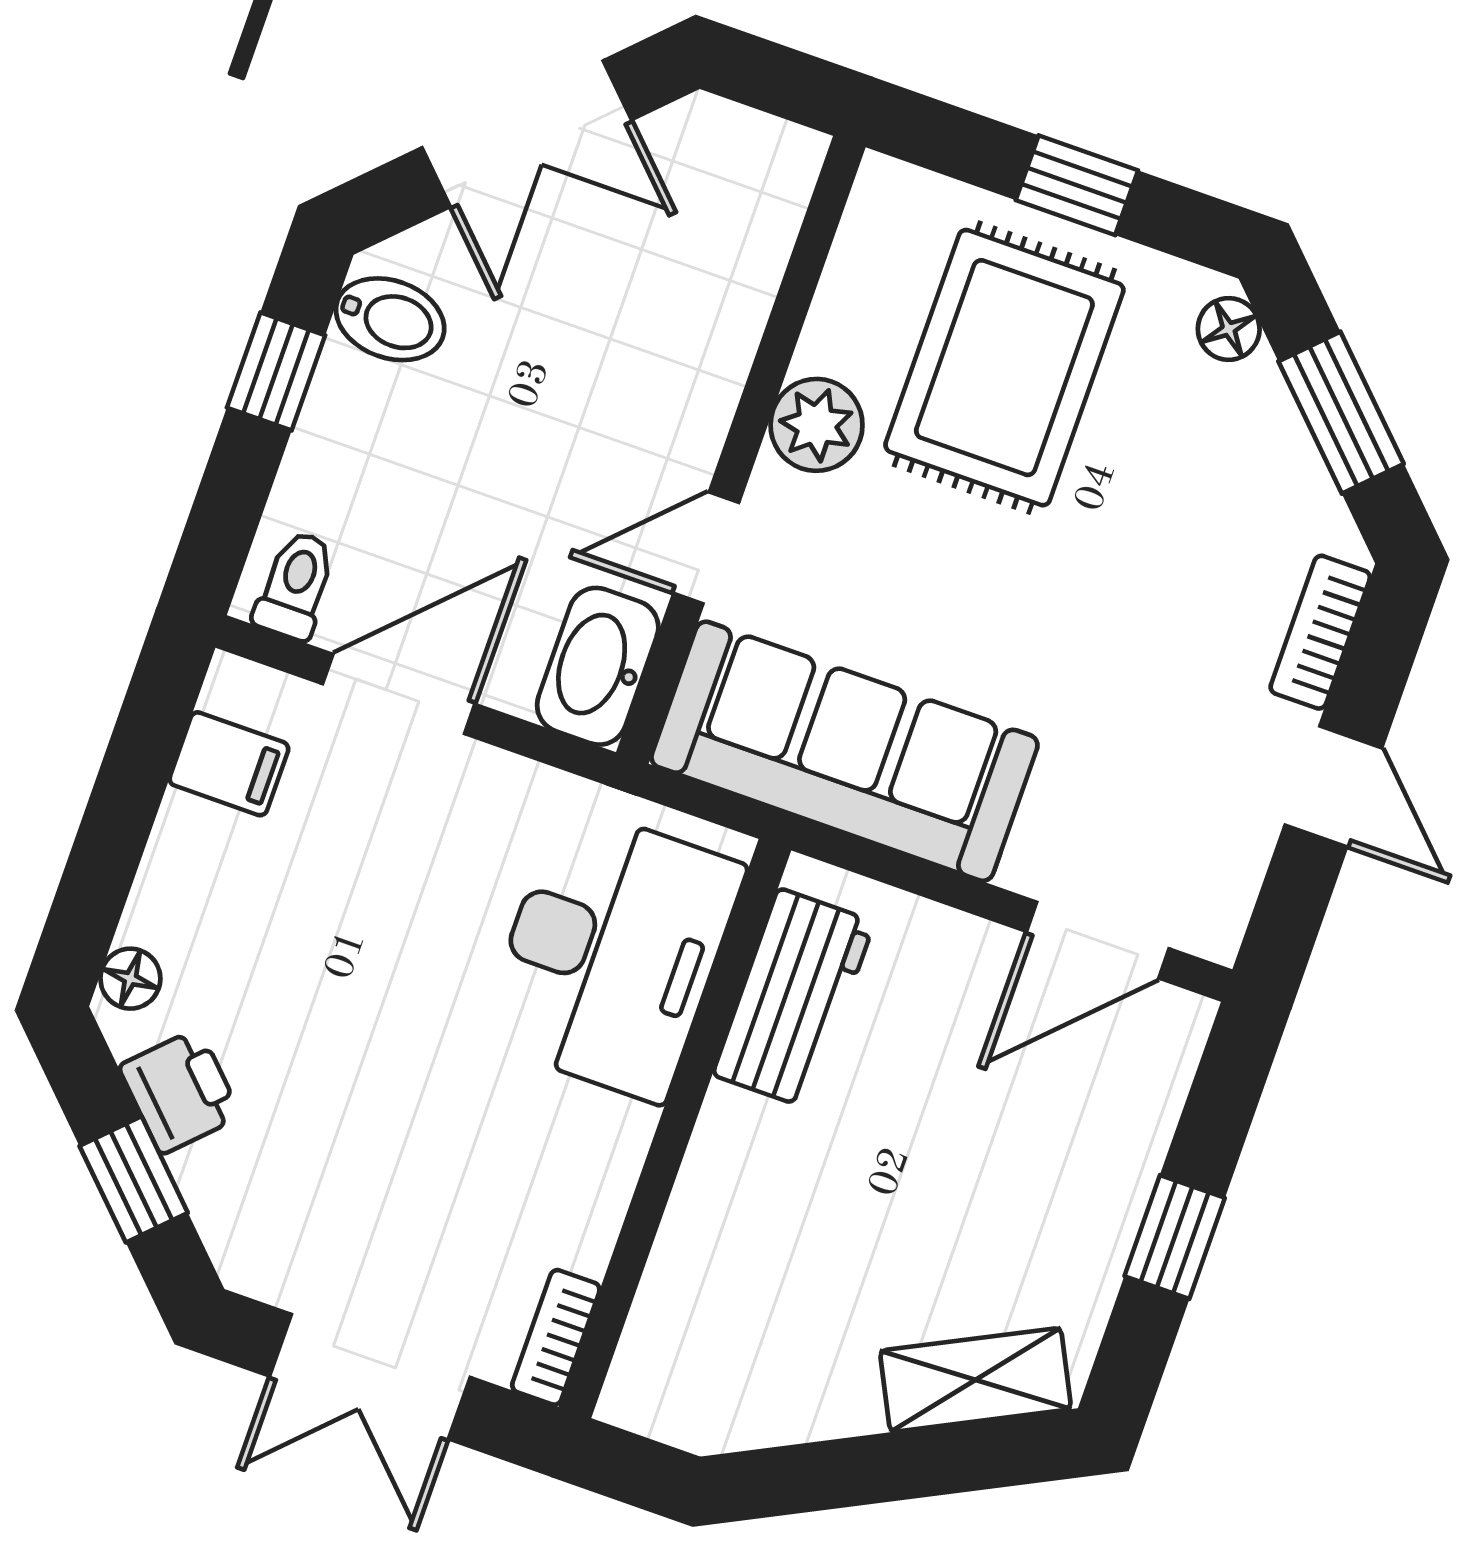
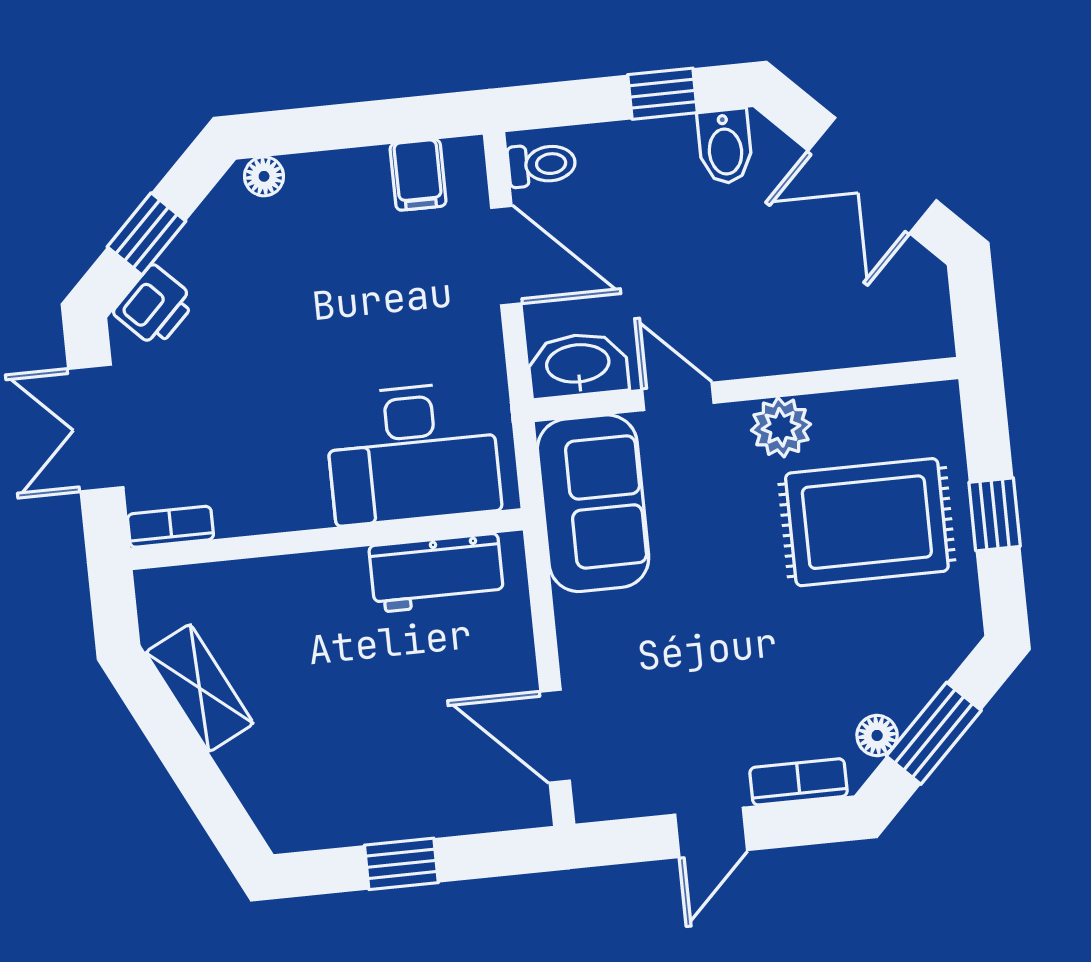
floor lamp: (1229, 329) -> (877, 735), moved
sofa: (844, 751) -> (593, 503), width x0.73
printer: (180, 1091) -> (155, 306), moved
shelving: (975, 1380) -> (199, 688), moved

